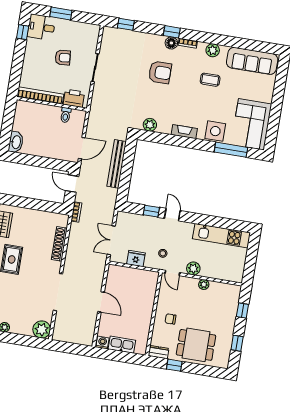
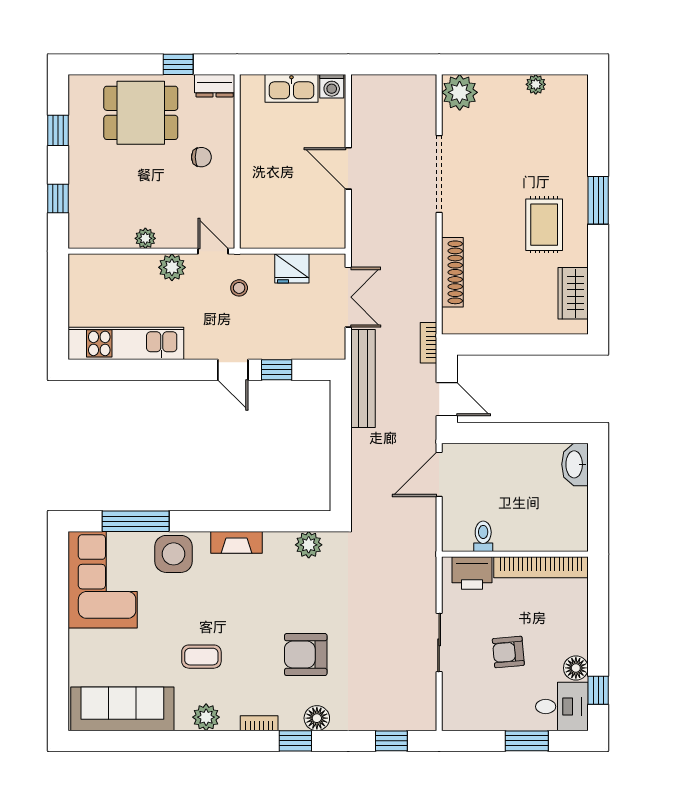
floor lamp: (171, 43) -> (317, 718), moved
floor lamp: (32, 45) -> (576, 668), added
bench: (117, 164) -> (363, 378), moved

